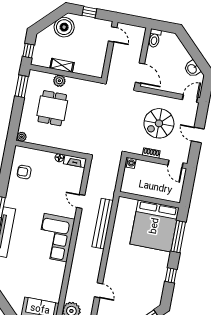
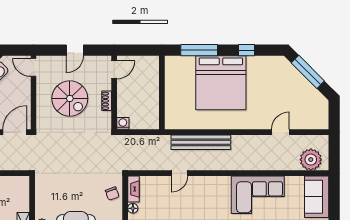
chair: (75, 143) -> (112, 194), added
bed: (155, 226) -> (221, 83), moved, turned 90
corner sofa: (56, 238) -> (258, 195), moved

